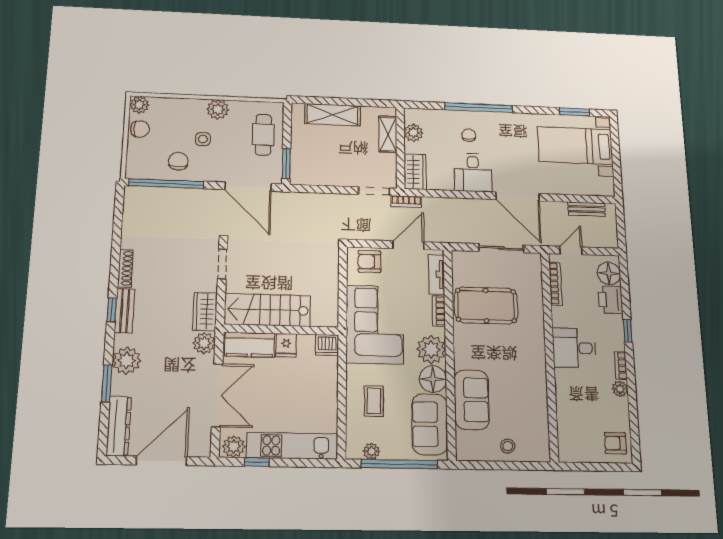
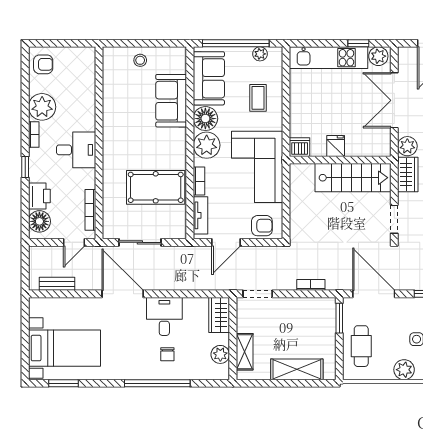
bookcase: (406, 202) -> (311, 285), moved
kitchen counter: (250, 345) -> (368, 146), removed
plant: (620, 389) -> (42, 107), width x1.87, depth x1.87

